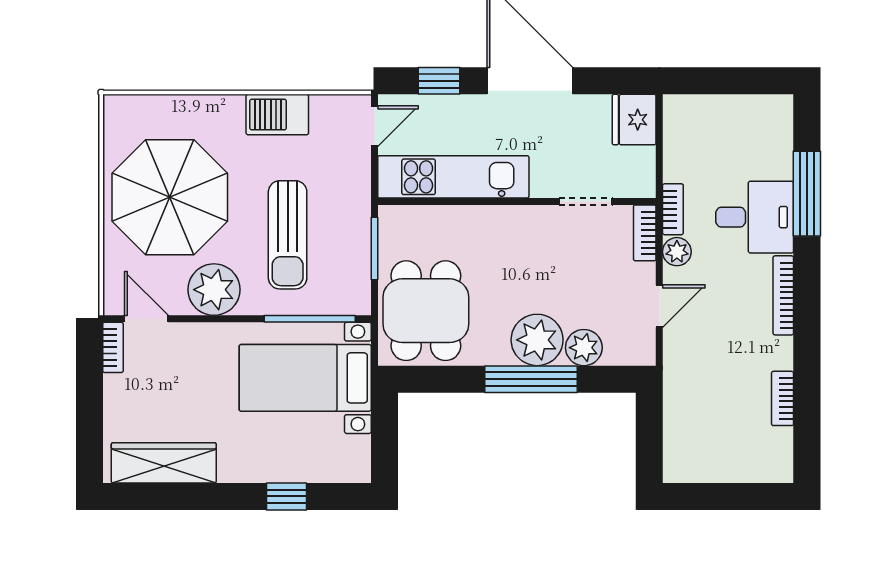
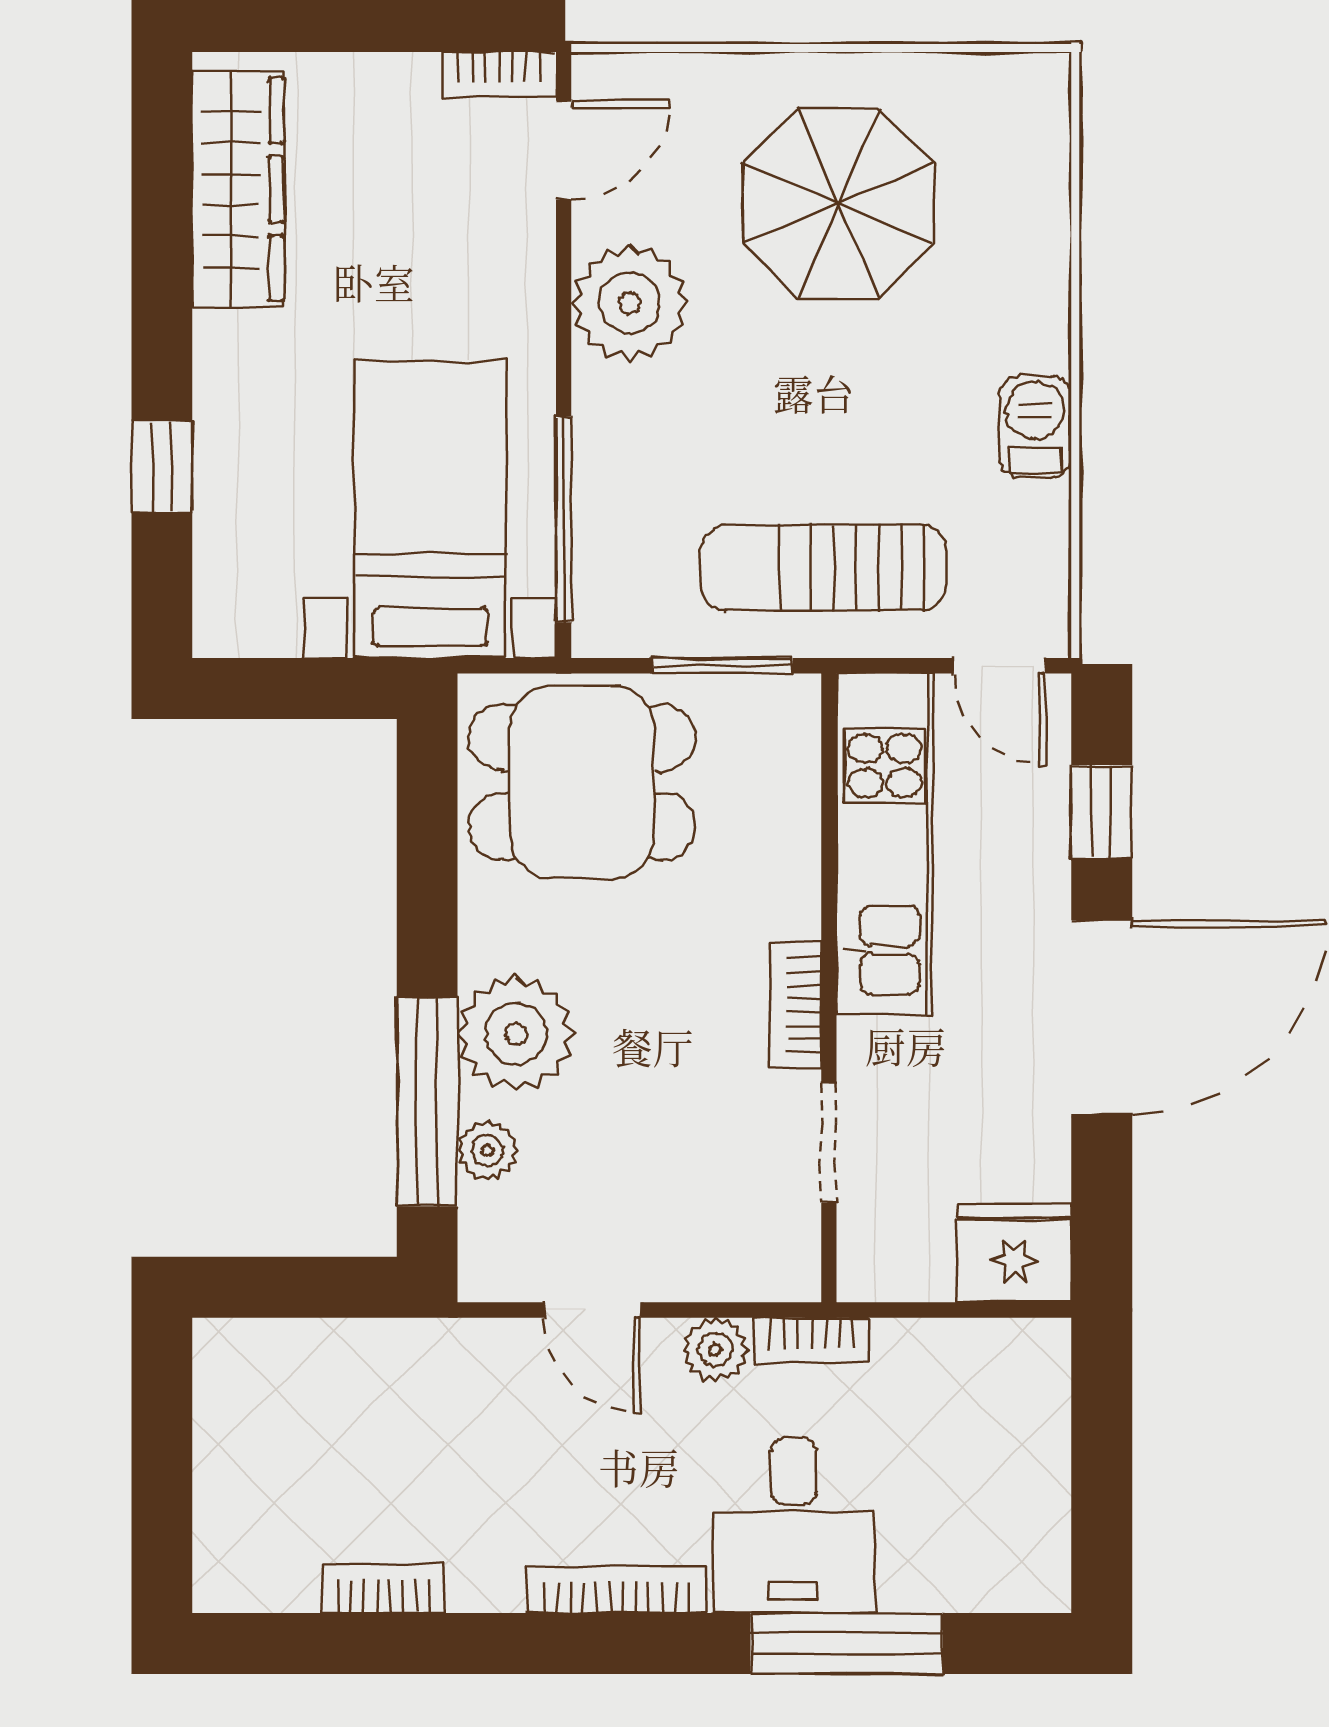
barbecue: (277, 115) -> (1035, 427), width x0.73, depth x0.79
parasol: (170, 197) -> (838, 203), width x0.73, depth x0.73
bookcase: (645, 233) -> (796, 1005), moved, turned -90
sun lounger: (288, 235) -> (824, 568), moved
plant: (584, 348) -> (487, 1150), width x0.73, depth x0.73
window: (531, 379) -> (427, 1102), moved

